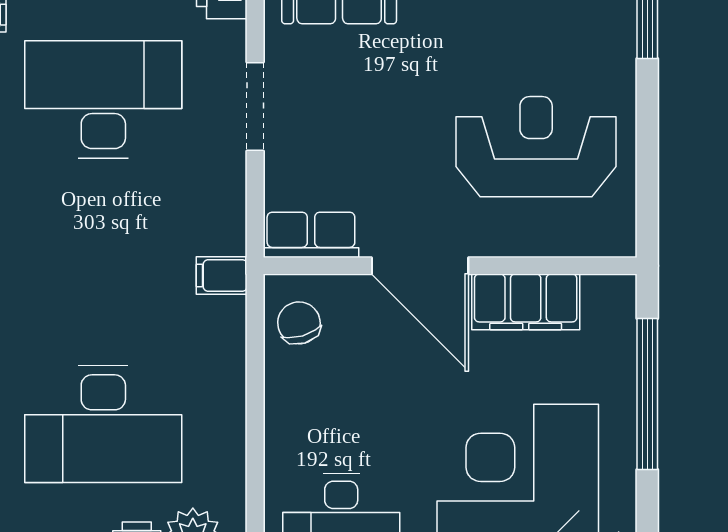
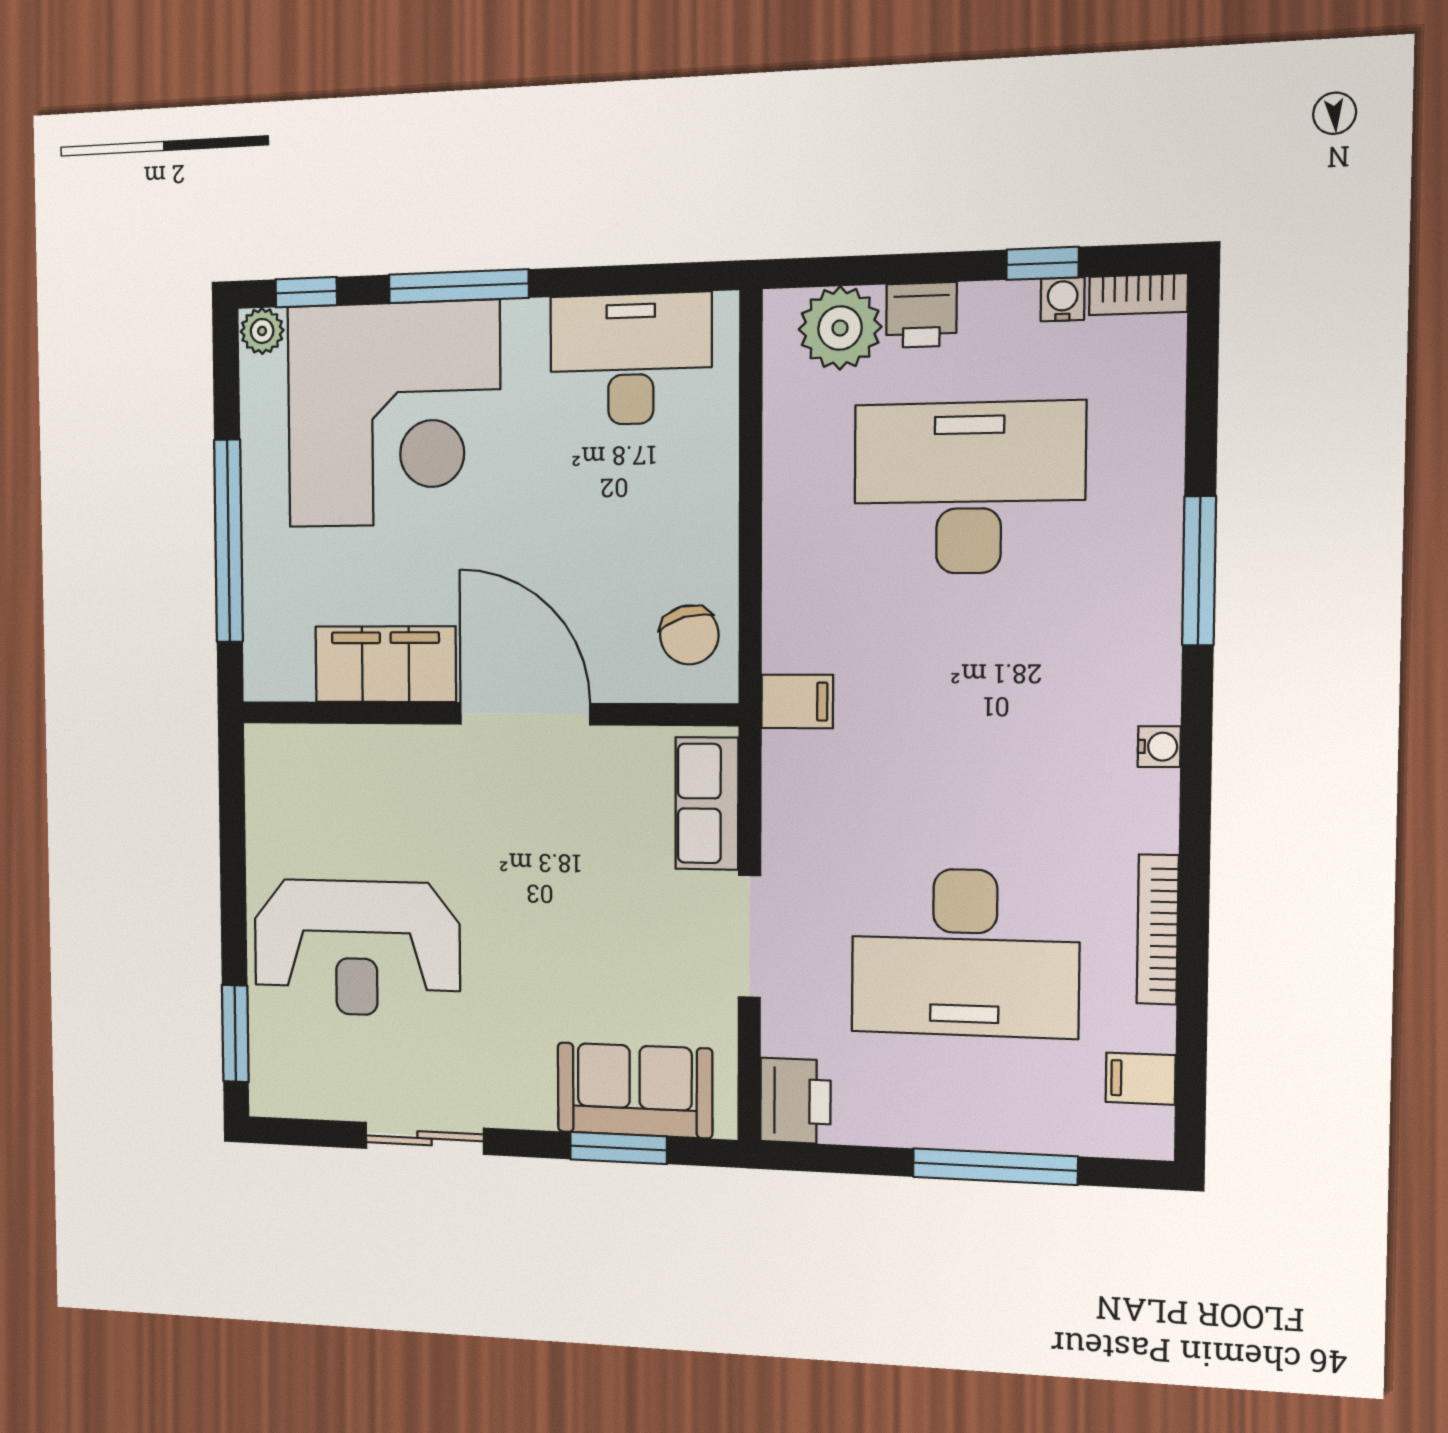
reception desk: (536, 147) -> (356, 948), moved
row of seats: (311, 235) -> (707, 804), moved, turned 90

